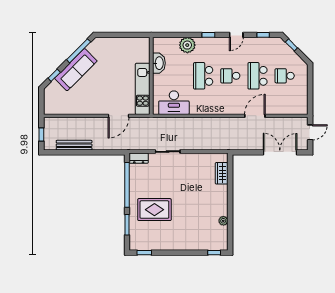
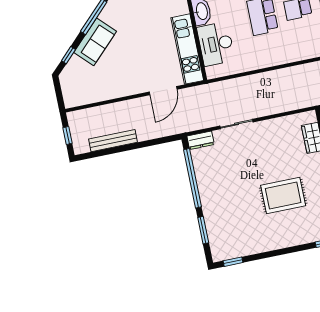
sofa: (76, 70) -> (95, 42), width x0.73
desk: (174, 103) -> (216, 44), moved, turned 90
rug: (154, 210) -> (283, 196), moved

